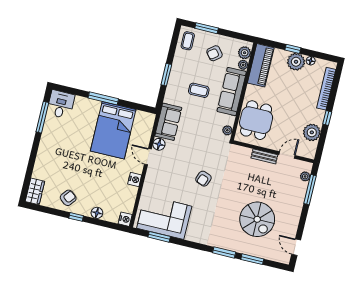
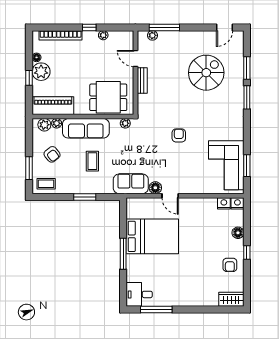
plant: (312, 132) -> (103, 35), width x0.53, depth x0.53
door: (148, 157) -> (170, 196), hinge flipped
armchair: (203, 179) -> (179, 135), turned -110
nightstand: (135, 180) -> (224, 203), moved
armchair: (68, 198) -> (230, 265), turned -129

